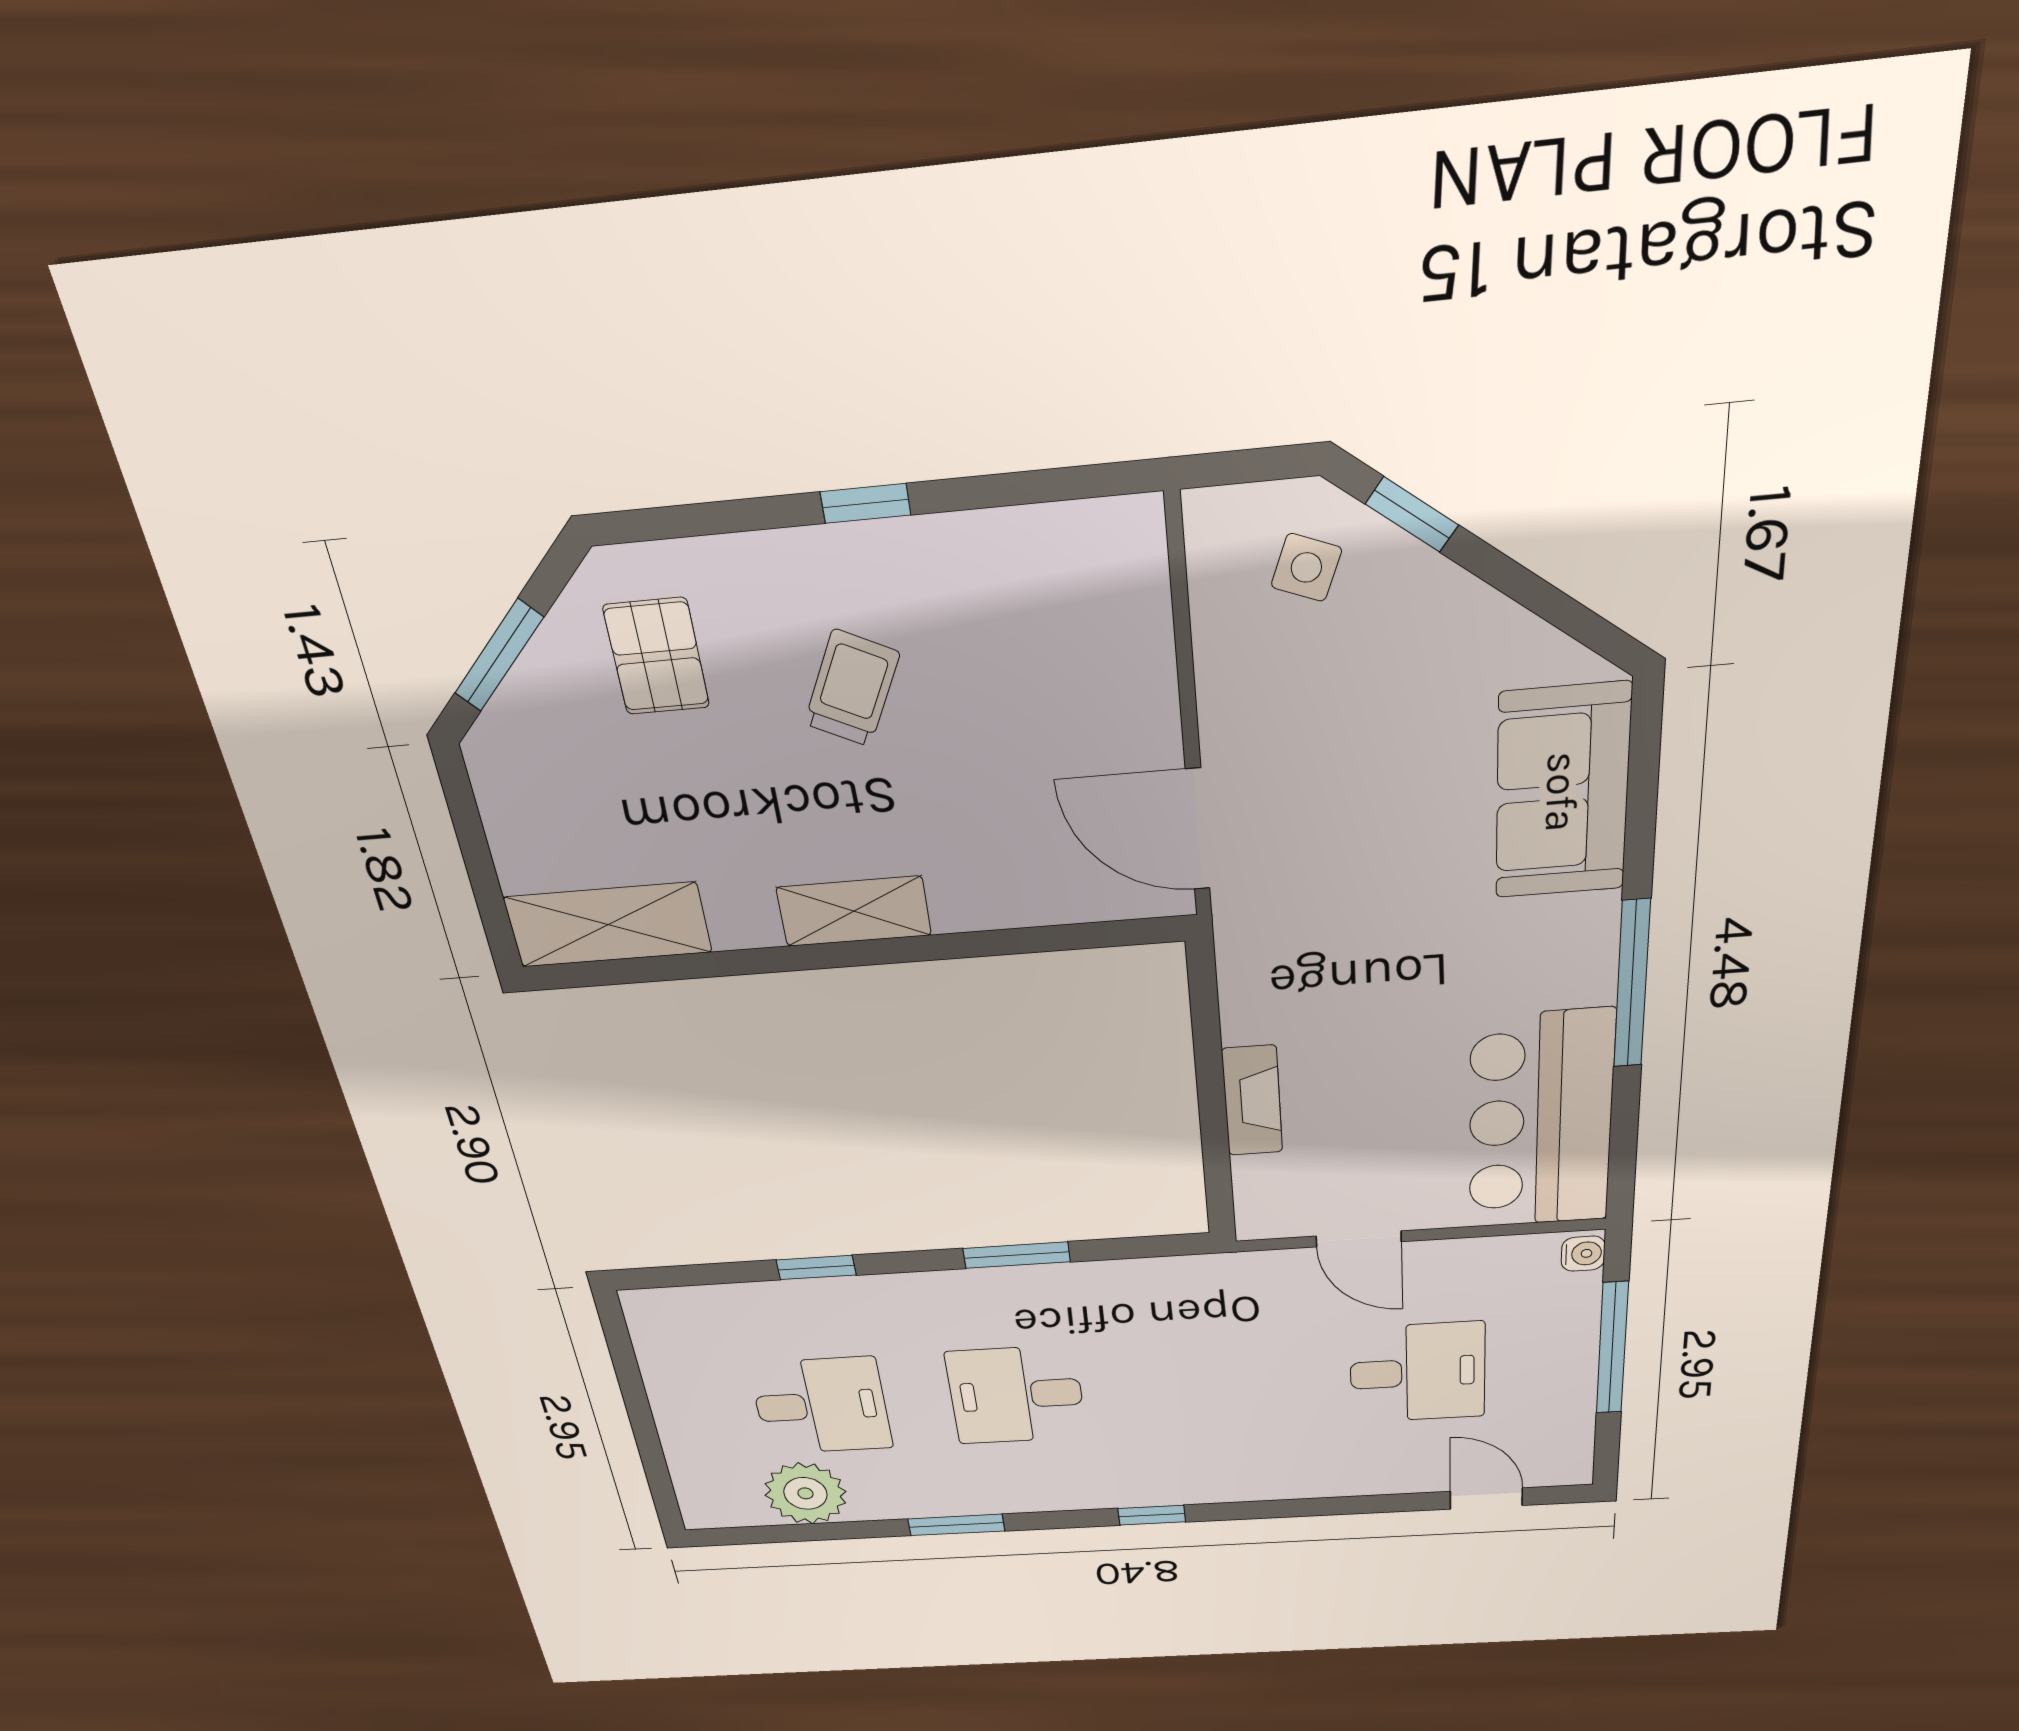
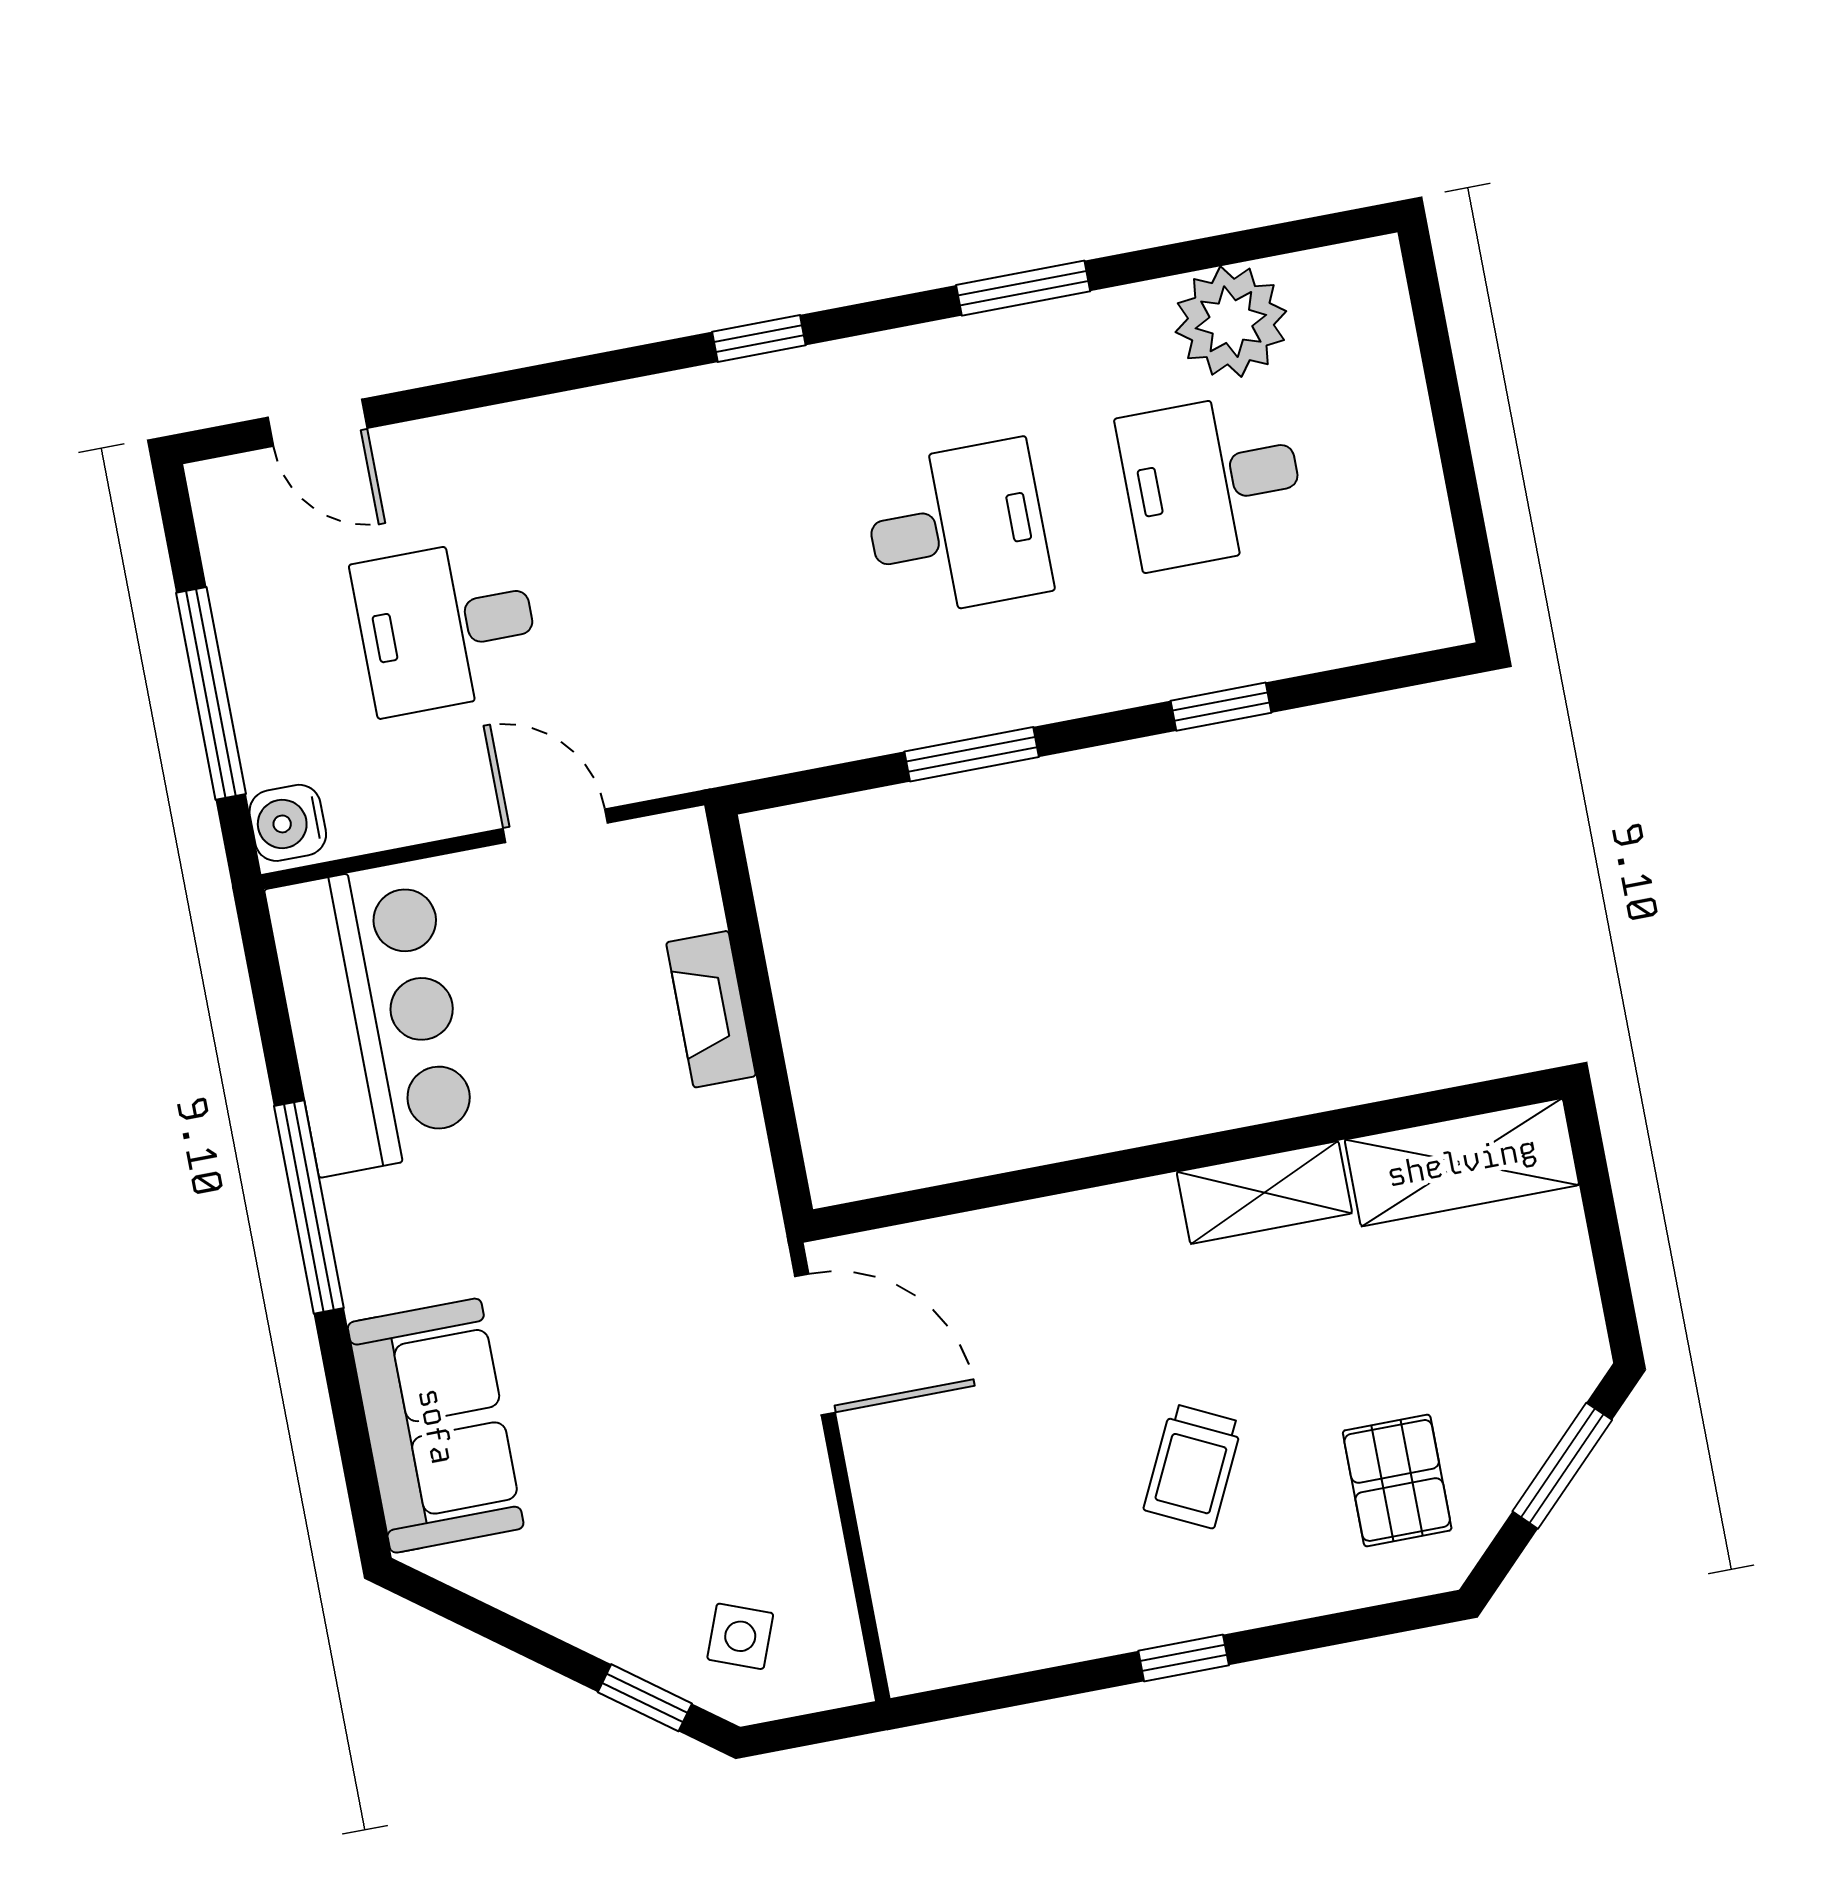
shelving: (854, 911) -> (1264, 1192), moved
water cooler: (1583, 1254) -> (288, 823), width x1.38, depth x1.38

